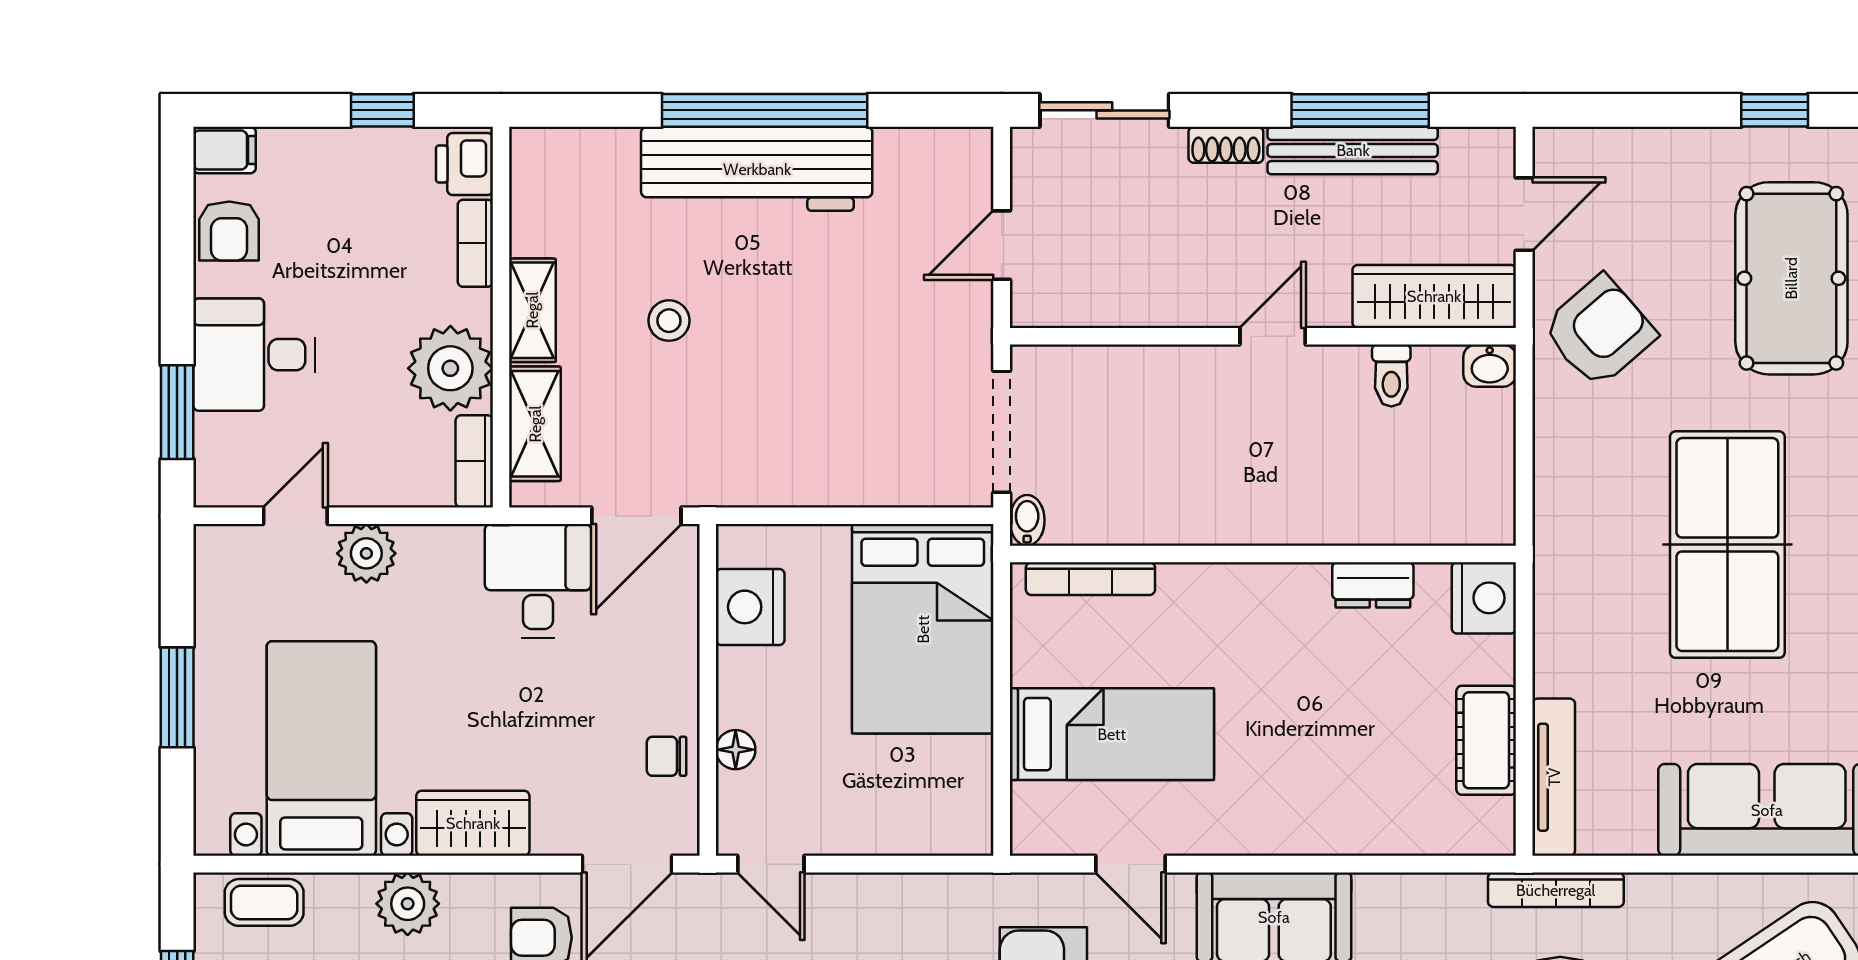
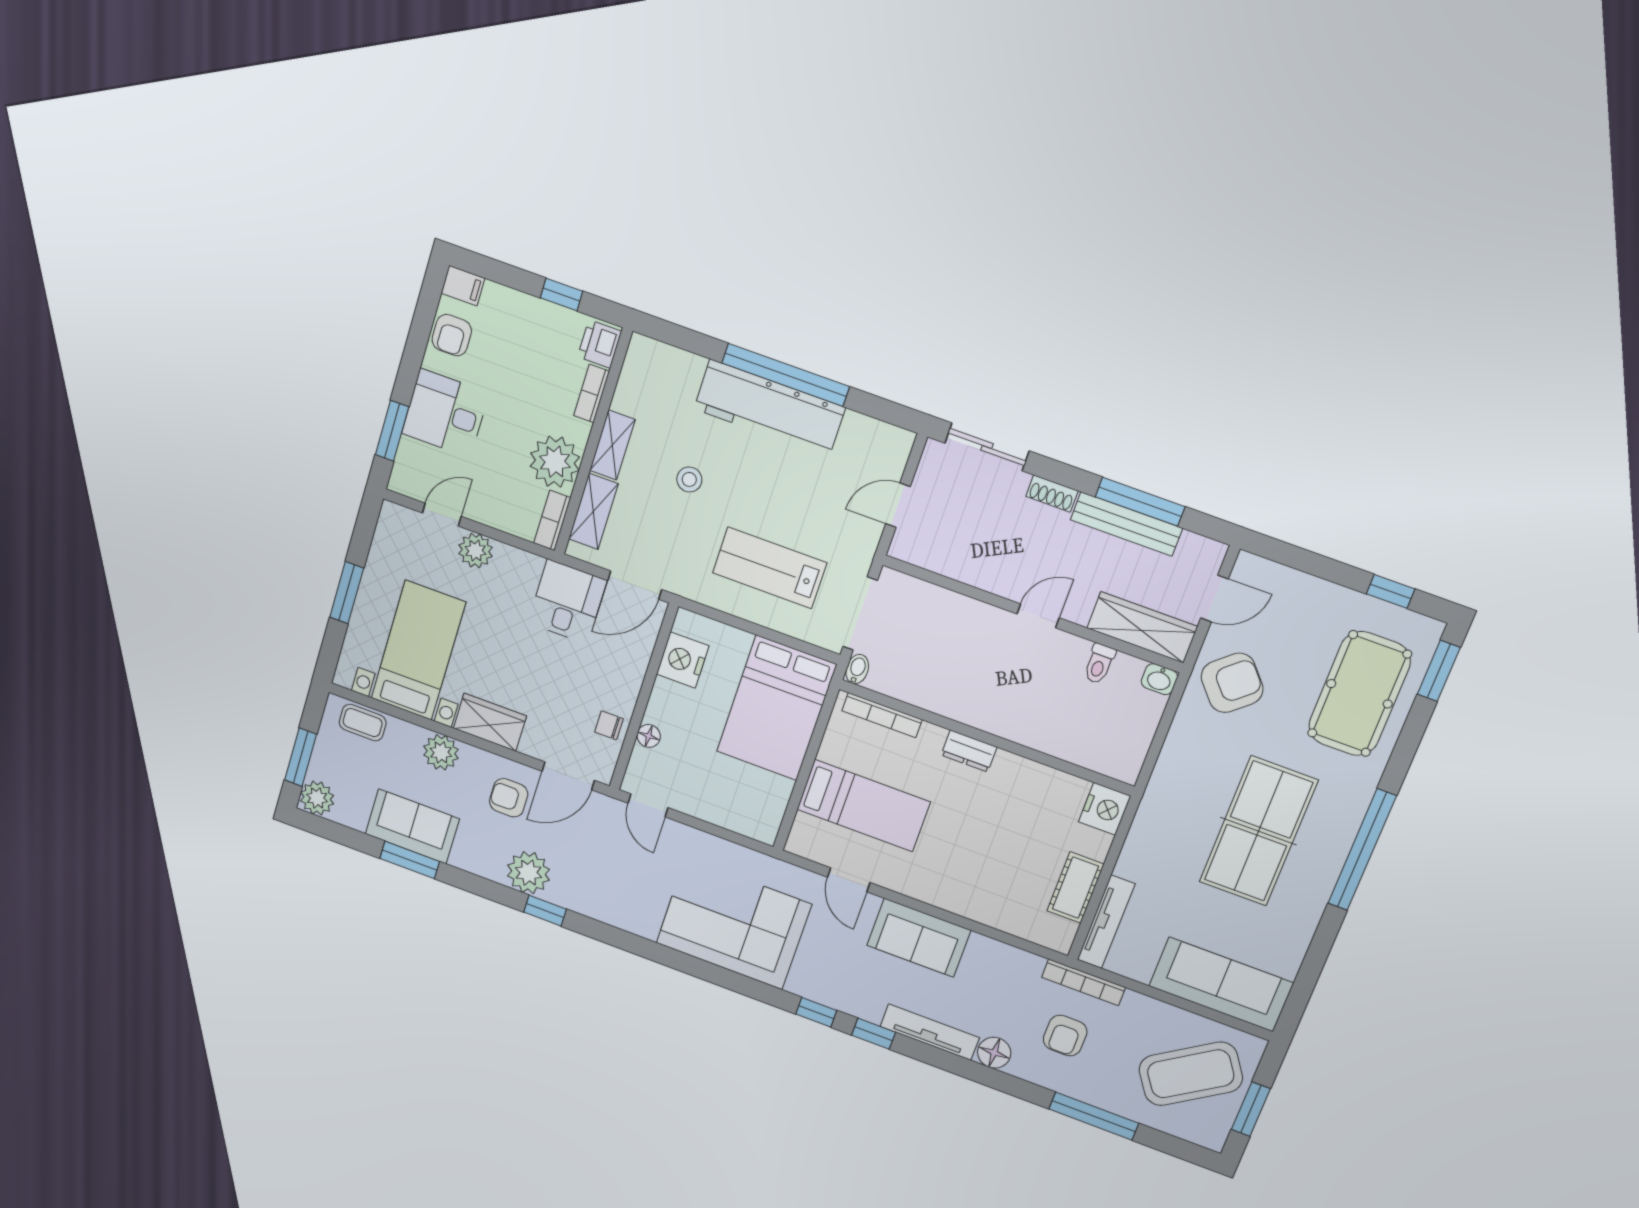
lab bench: (838, 412) -> (770, 568), added
dresser: (1373, 585) -> (969, 751), moved

